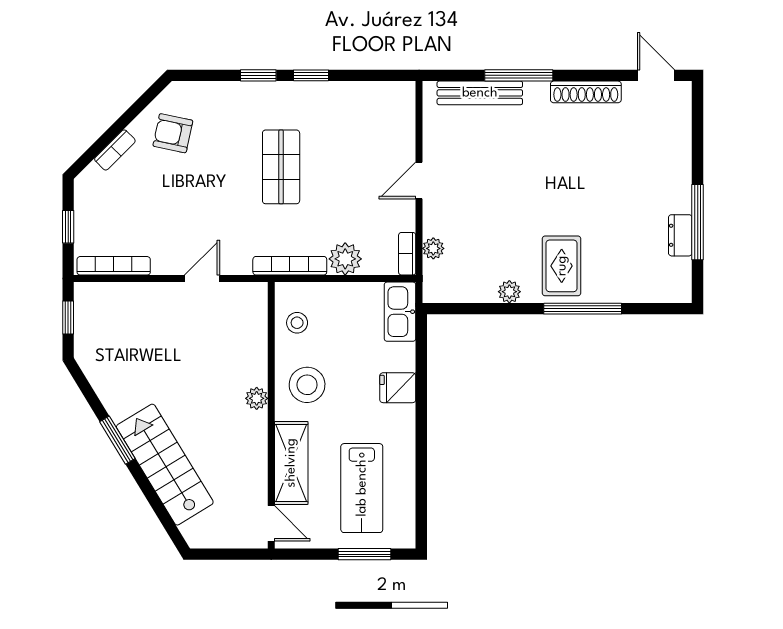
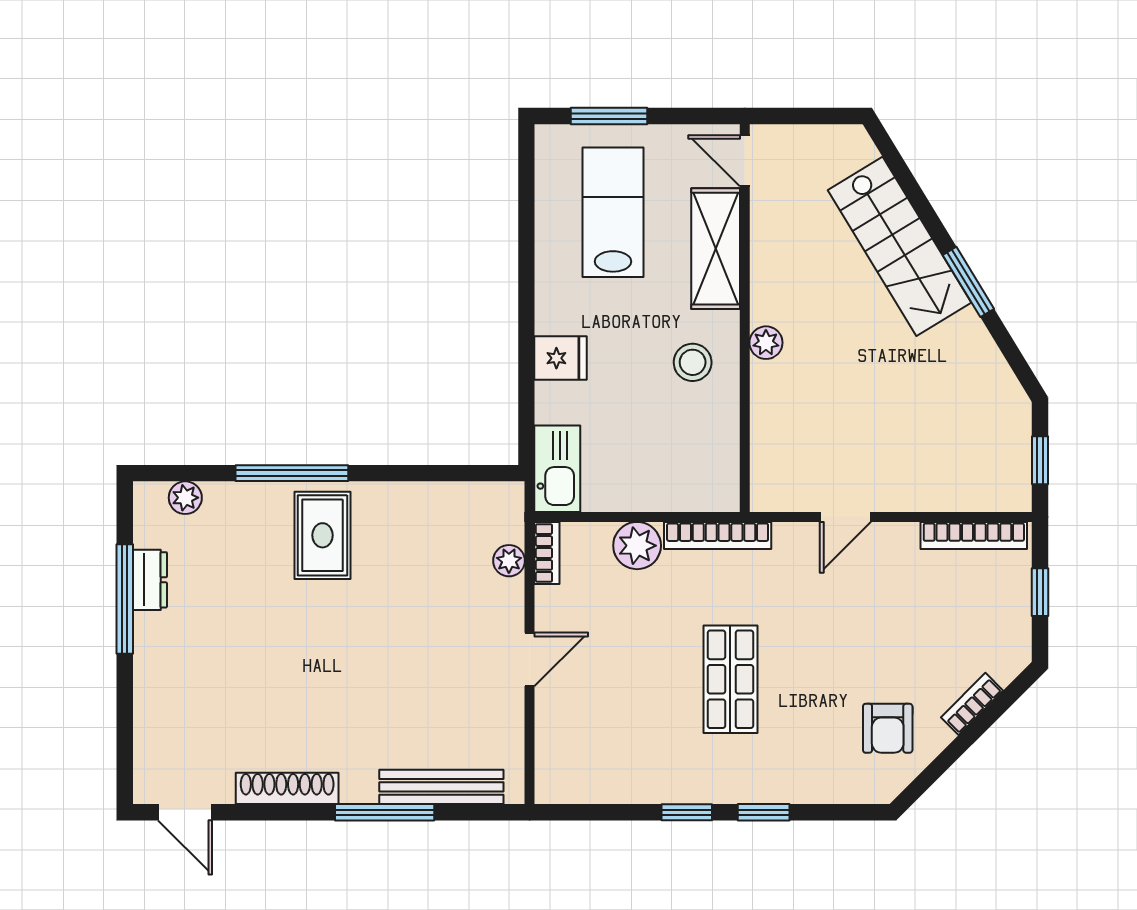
armchair: (173, 133) -> (888, 728), turned 78
plant: (509, 292) -> (185, 498), moved
stool: (297, 323) -> (707, 453), removed
stool: (307, 385) -> (693, 362), width x0.73, depth x0.73

